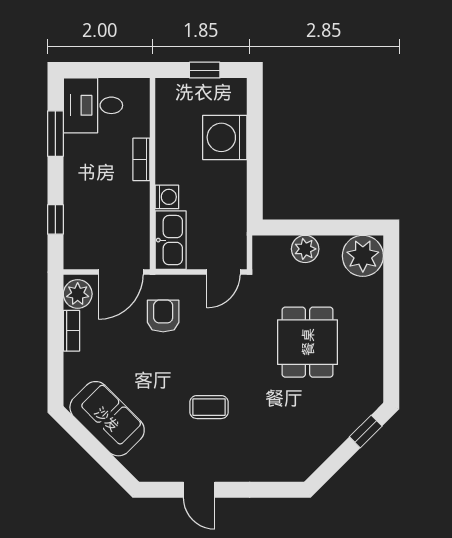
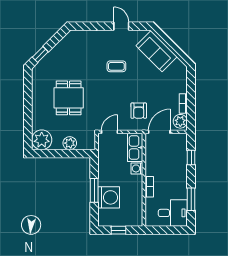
window: (255, 152) -> (94, 190), added
sofa: (107, 419) -> (157, 51), moved

